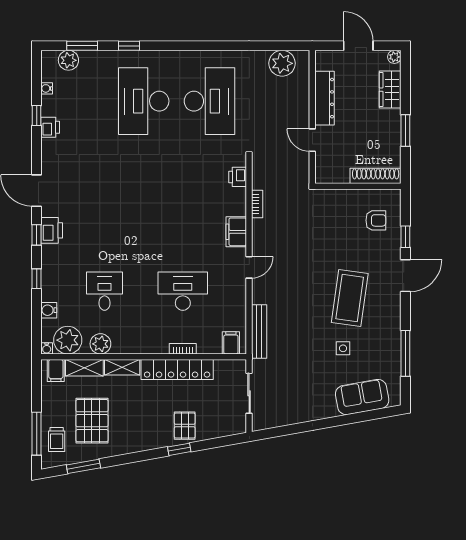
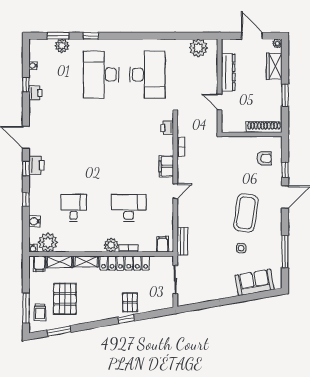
plant: (68, 60) -> (62, 46), moved
bench: (259, 332) -> (182, 241), width x0.73
plant: (100, 344) -> (111, 245), moved

